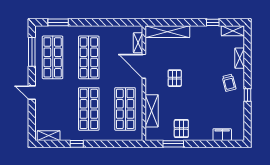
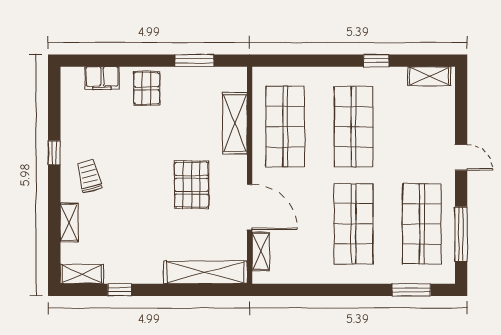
pallet: (175, 78) -> (192, 185), width x1.50, depth x1.42
pallet: (181, 129) -> (147, 88), moved

